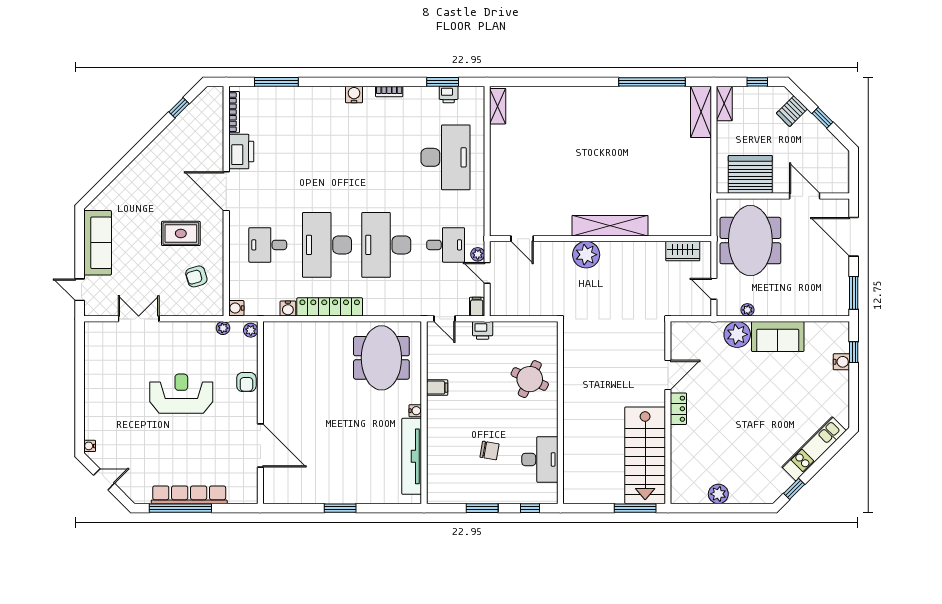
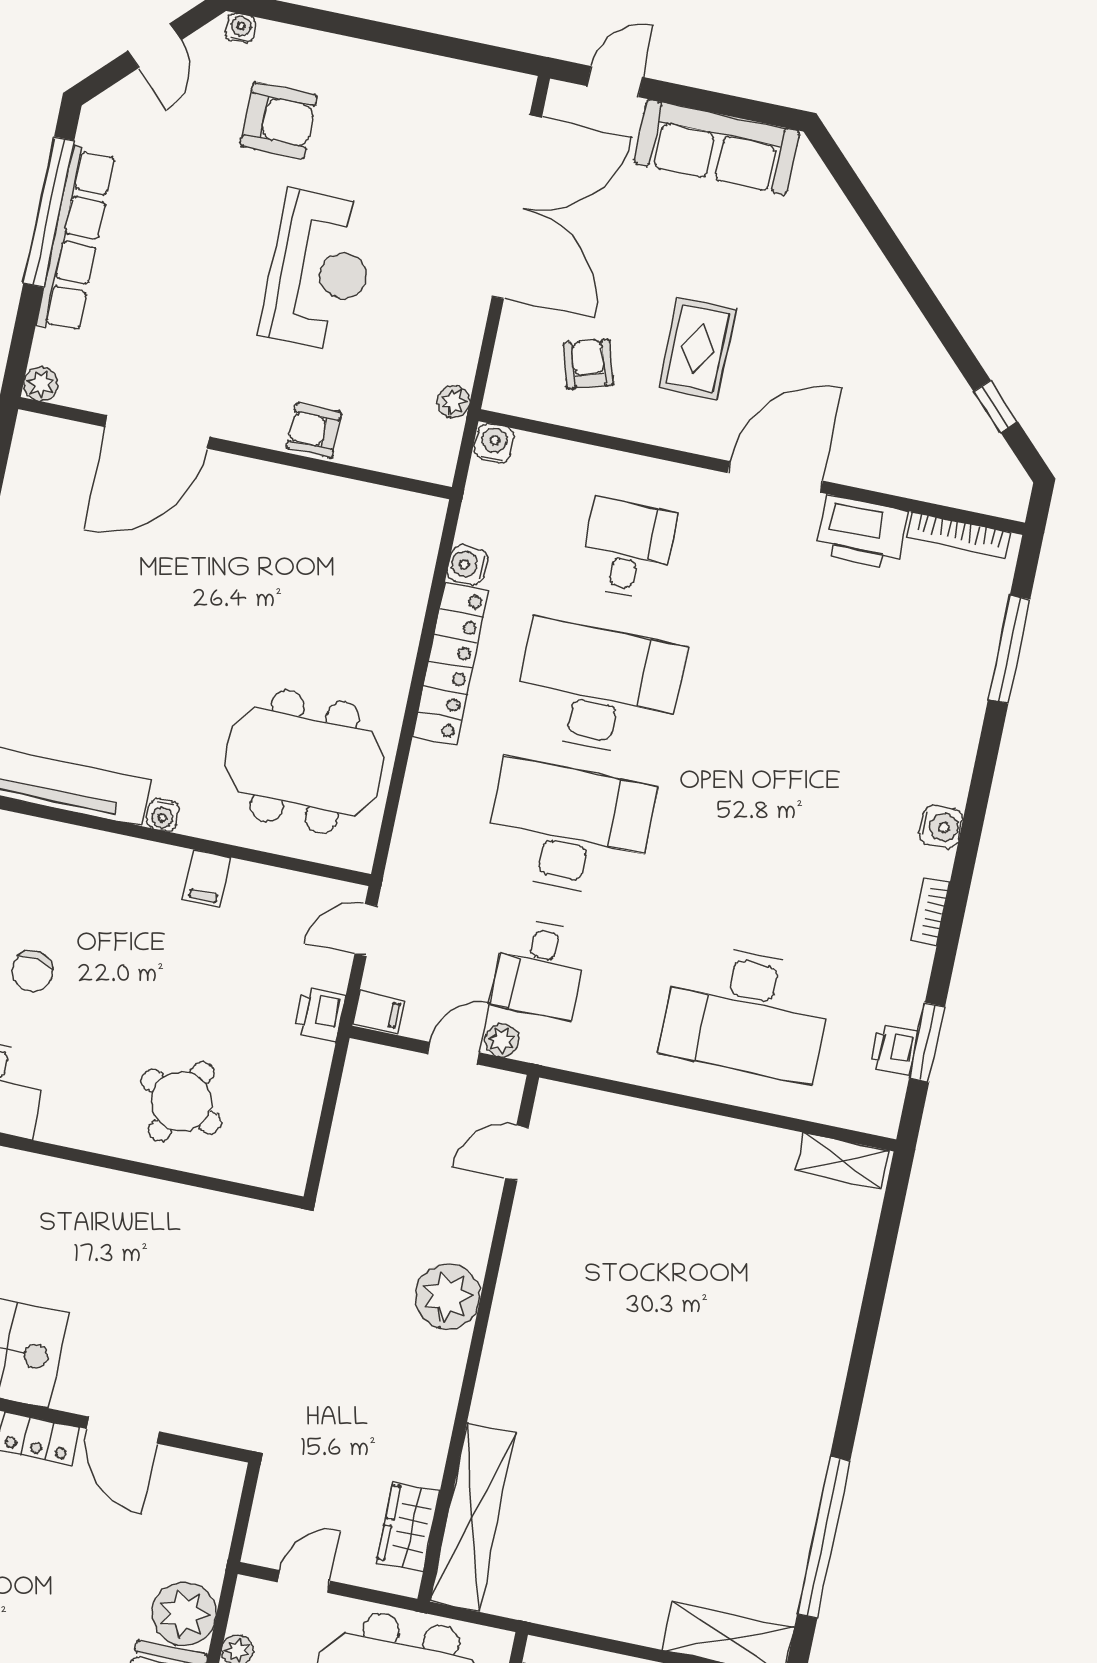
shelving: (610, 226) -> (473, 1517), moved
double door: (139, 319) -> (517, 207), width x1.87
plant: (251, 330) -> (41, 384), moved
armchair: (124, 423) -> (279, 120), added

